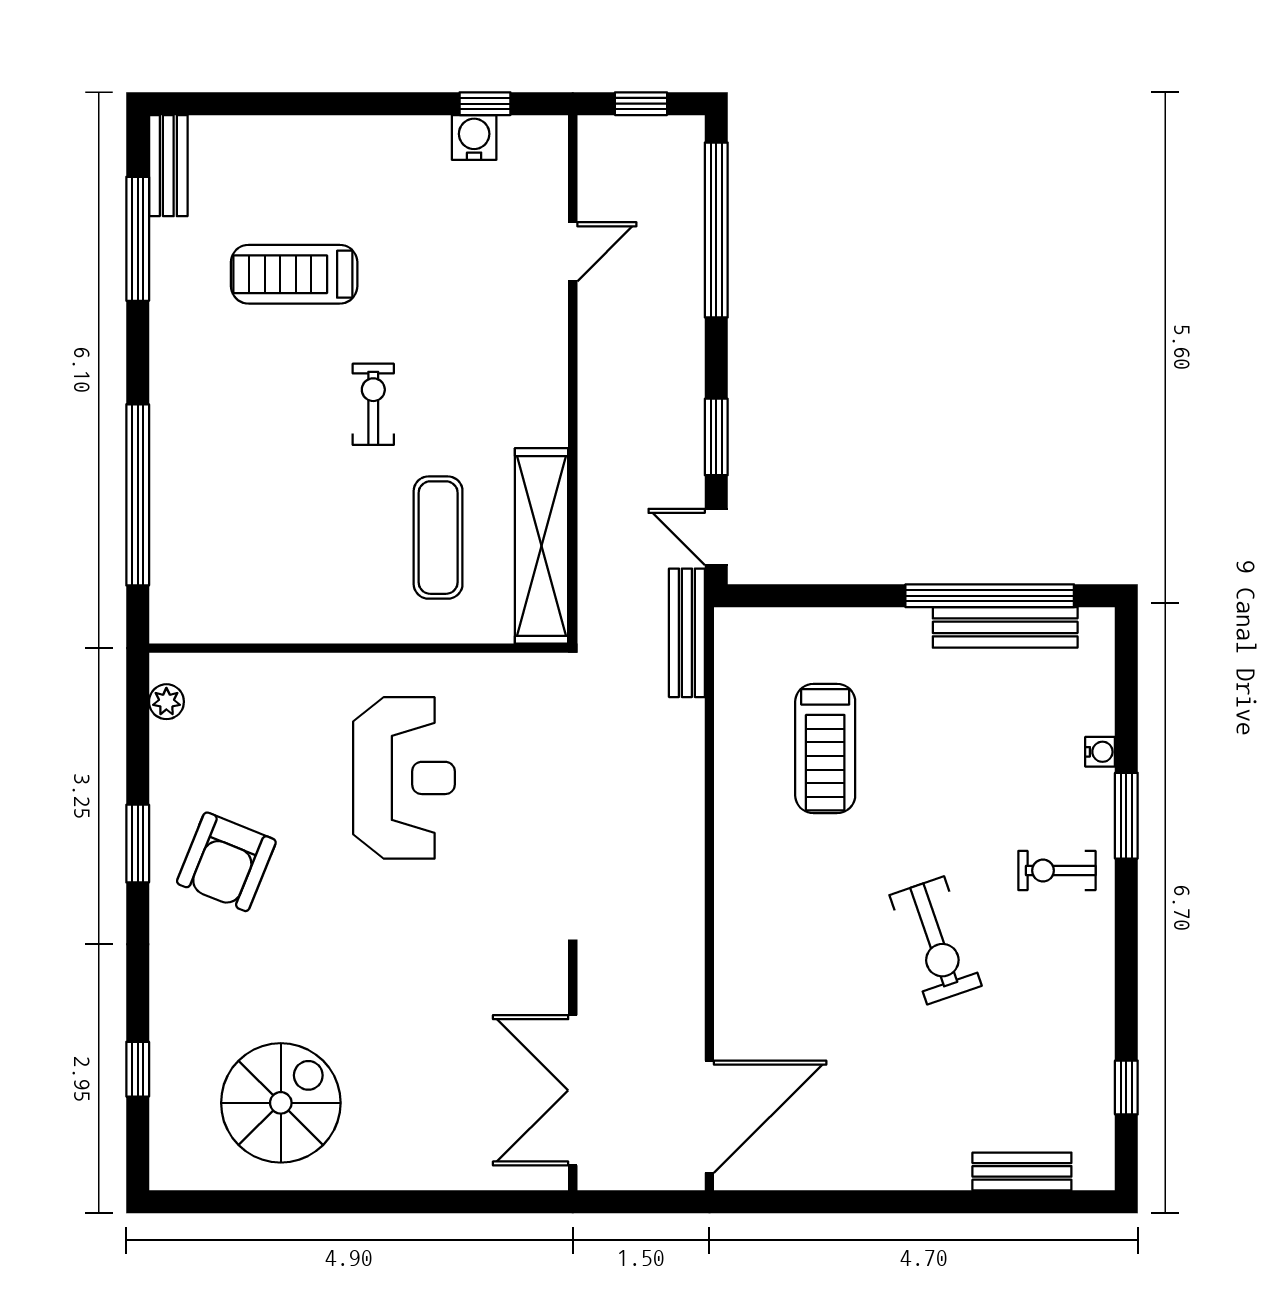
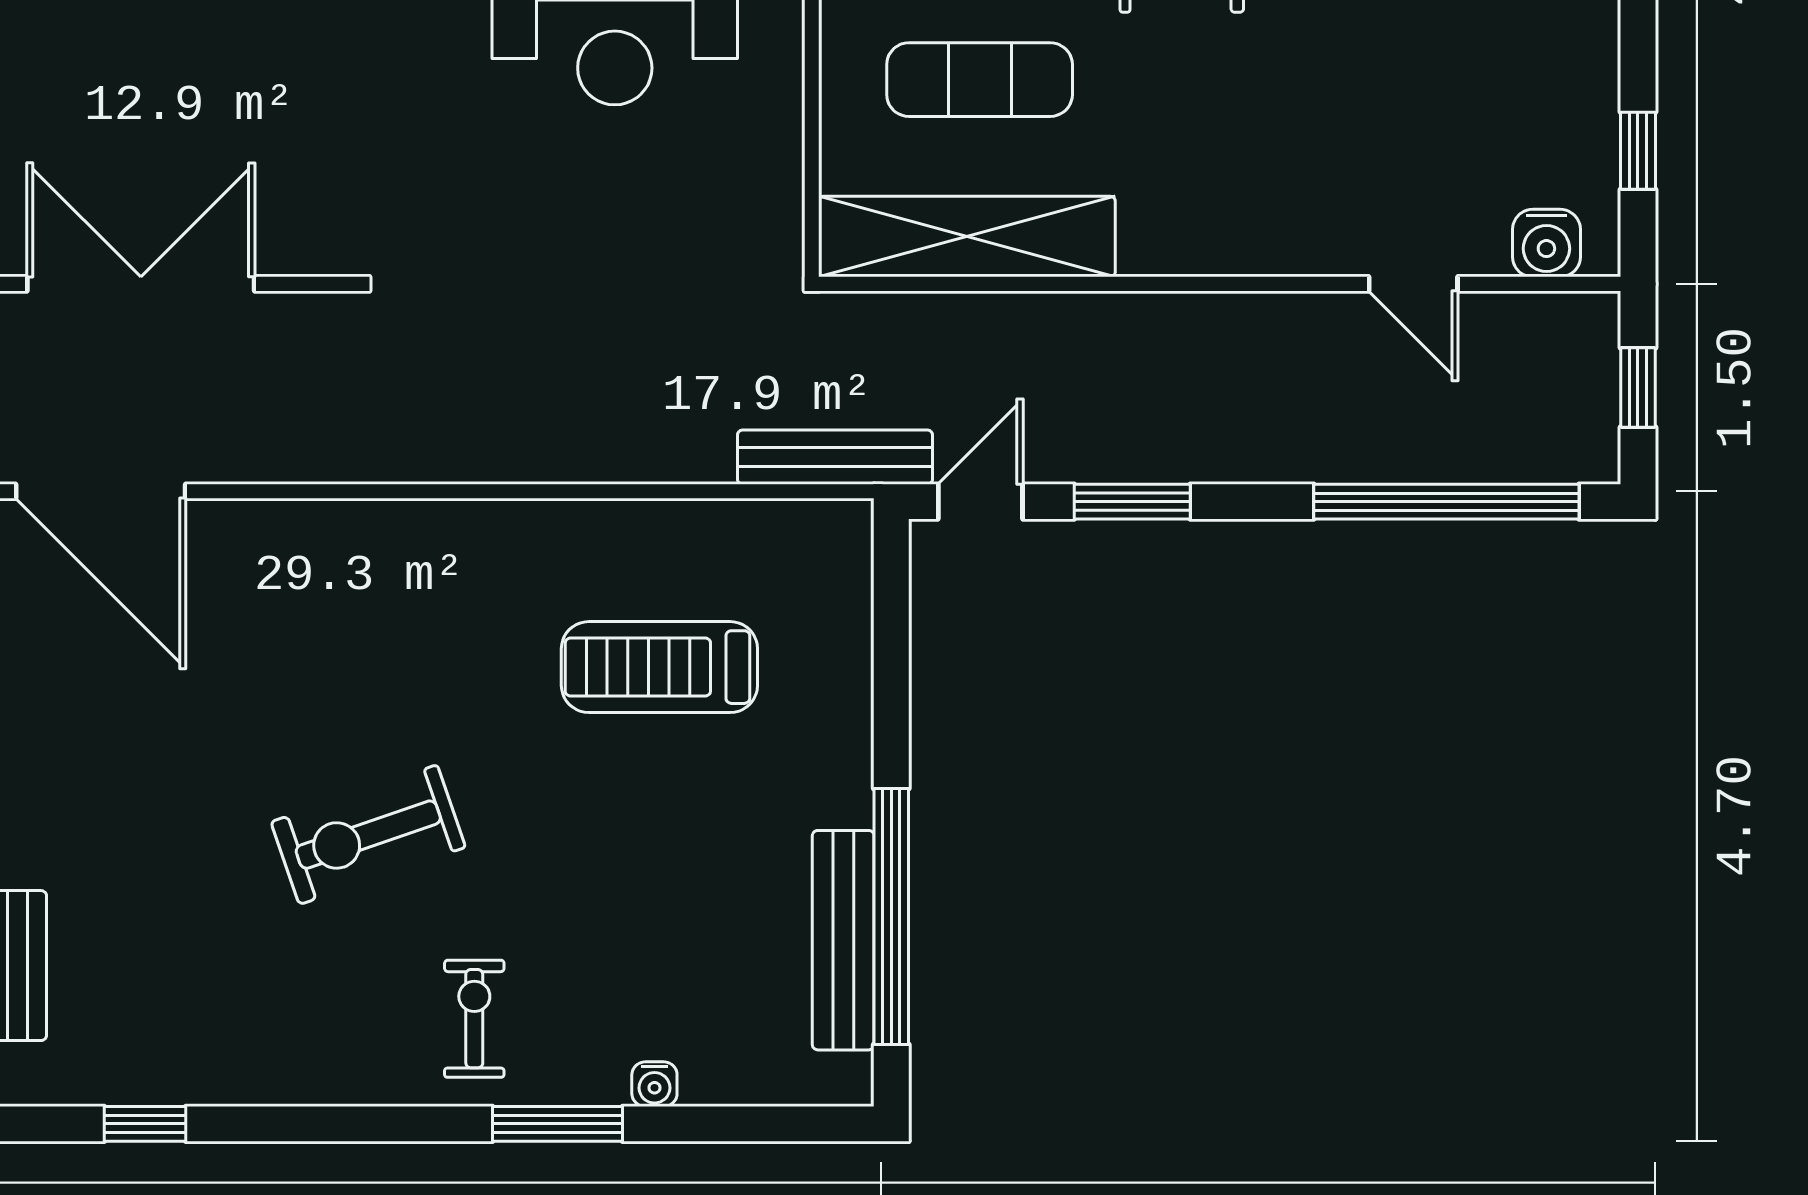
water cooler: (474, 137) -> (1546, 243), moved, turned 90

